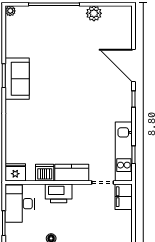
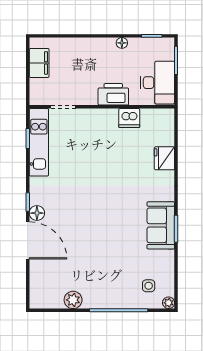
side table: (28, 26) -> (149, 286), added
floor lamp: (126, 89) -> (37, 213), added
fridge: (15, 172) -> (164, 158), moved, turned 90
kitchen counter: (72, 173) -> (98, 118), removed
filing cabinet: (124, 197) -> (39, 63), moved

